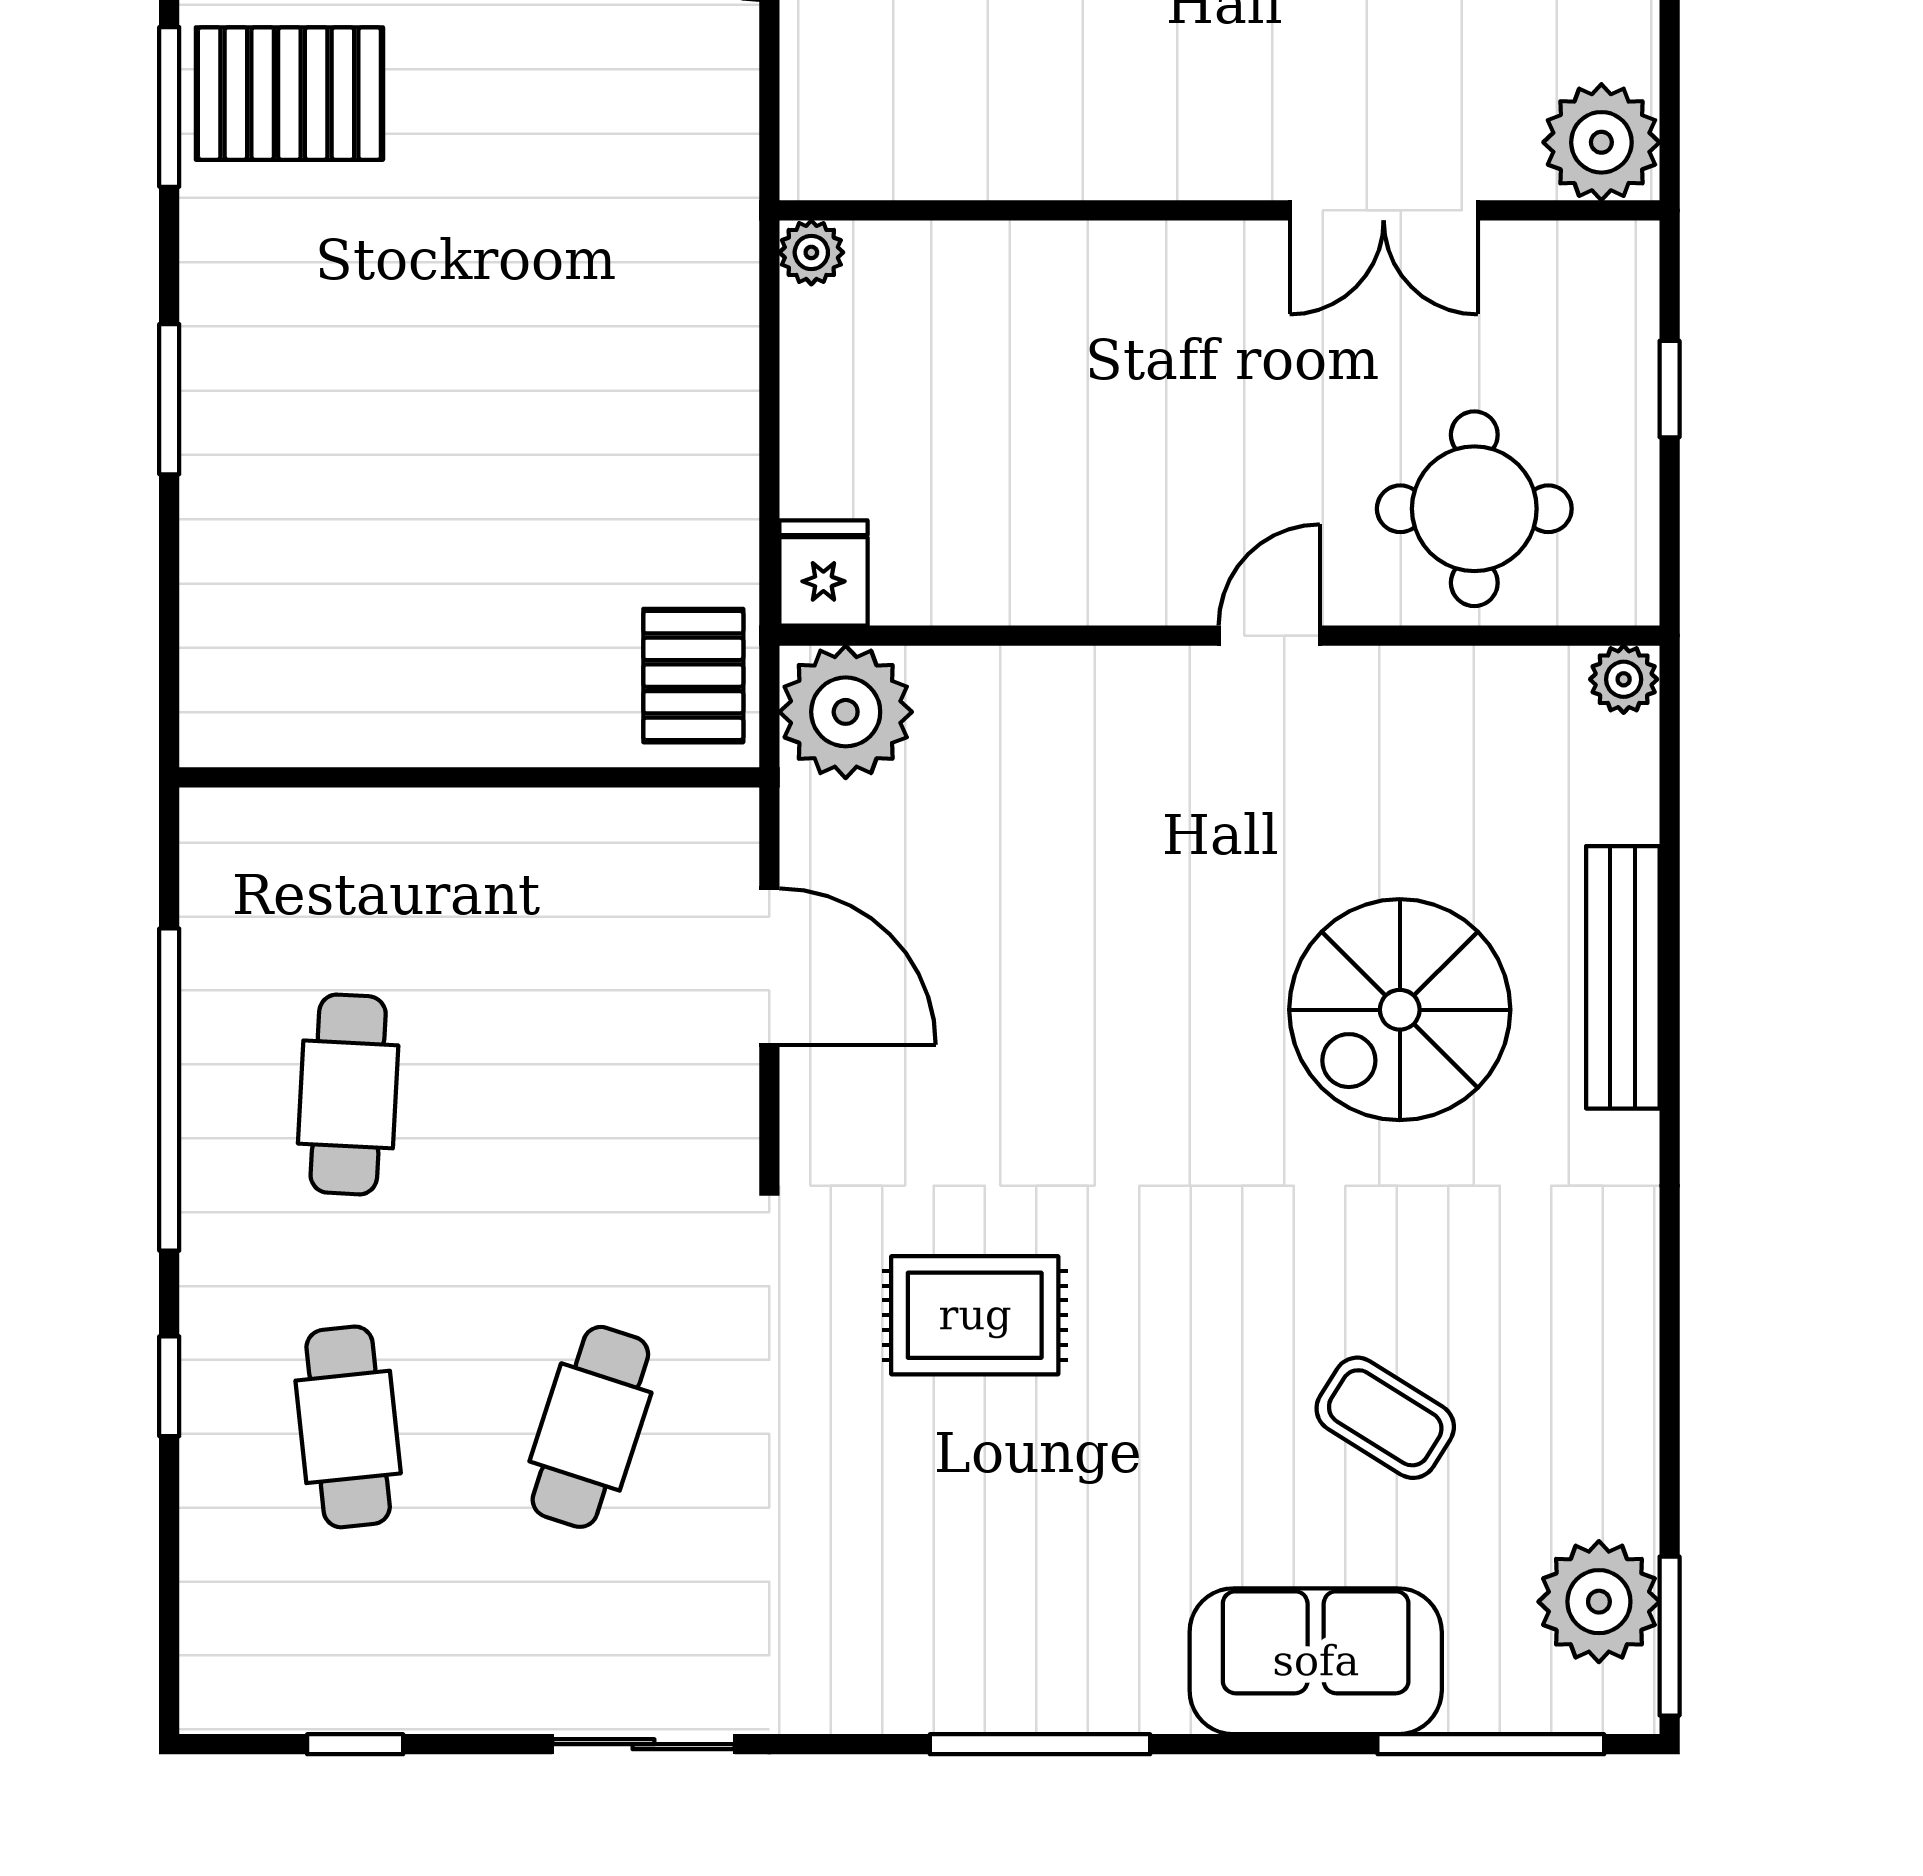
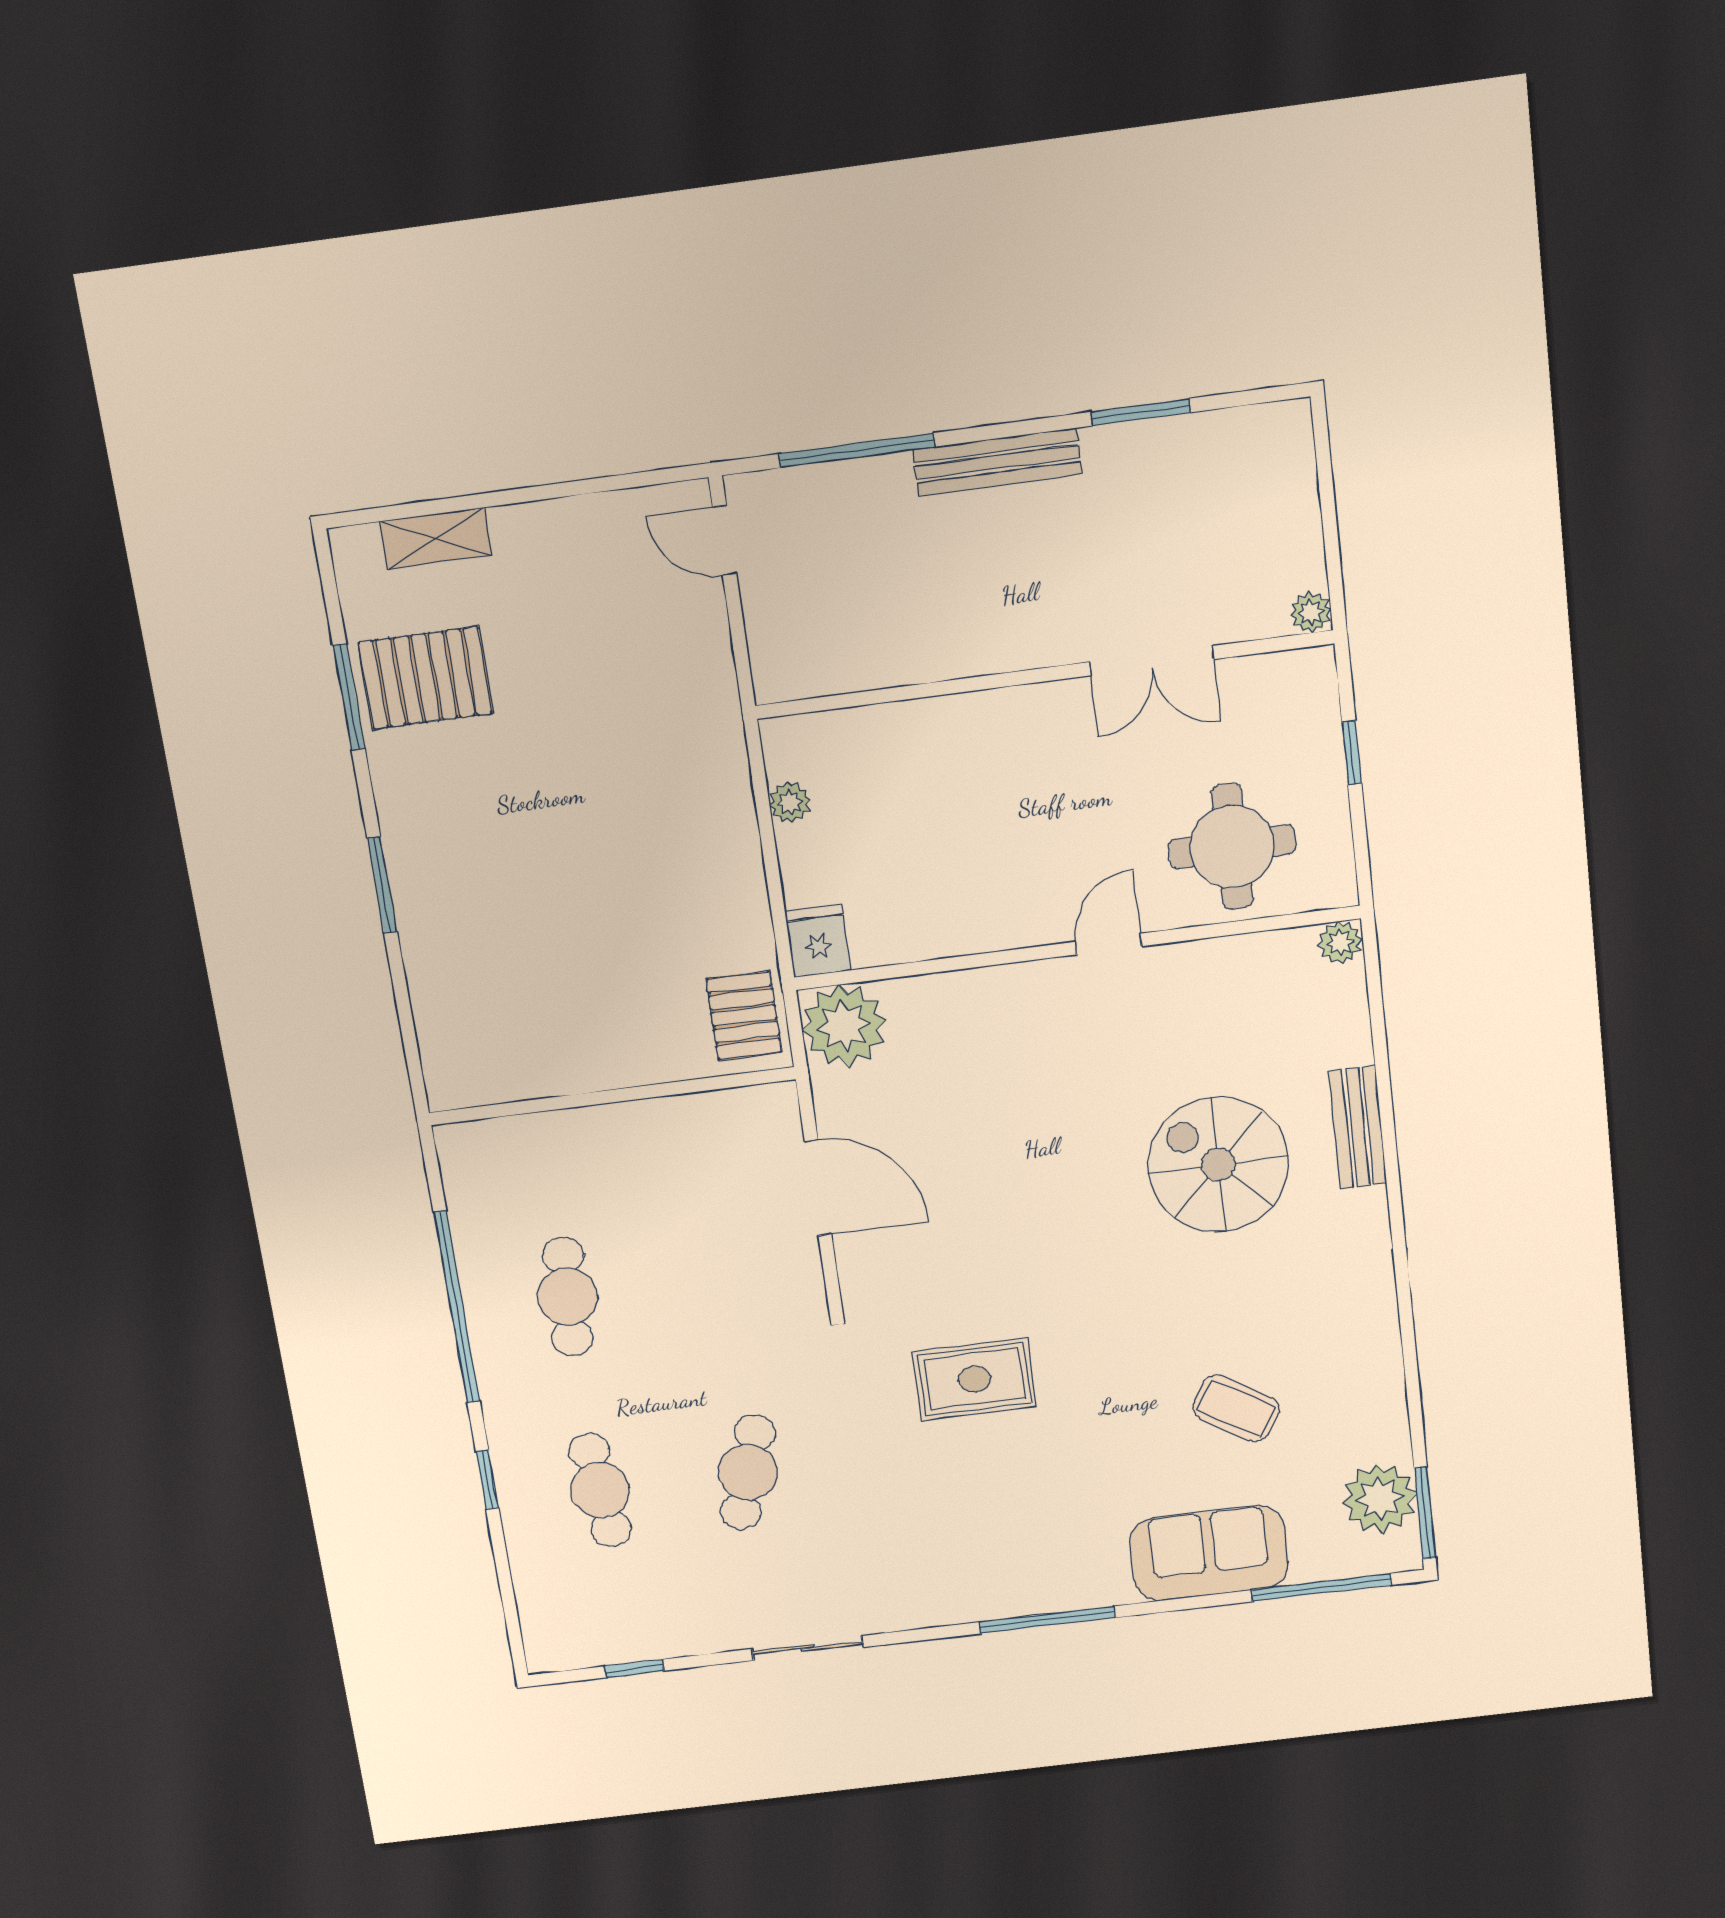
plant: (1601, 142) -> (1311, 612), width x0.53, depth x0.53
plant: (811, 252) -> (790, 802), moved
bench: (1623, 977) -> (1358, 1127), width x0.73
spiral stairs: (1400, 1010) -> (1218, 1165), turned 90

